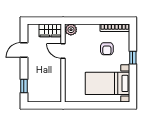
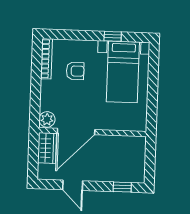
door: (63, 51) -> (76, 131), width x1.87
window: (133, 58) -> (113, 36), moved

